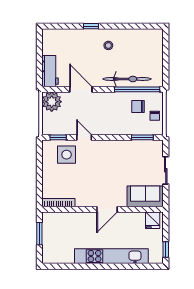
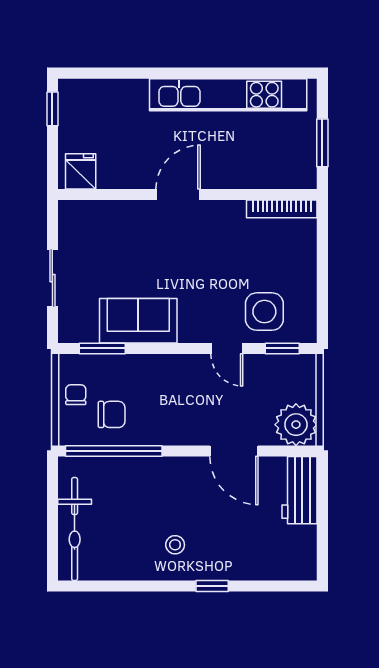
bicycle: (127, 79) -> (75, 529), moved, turned -90
sofa: (145, 196) -> (138, 321), moved, turned 180
kitchen unit: (111, 256) -> (228, 95), moved

